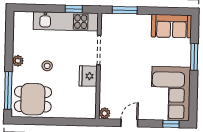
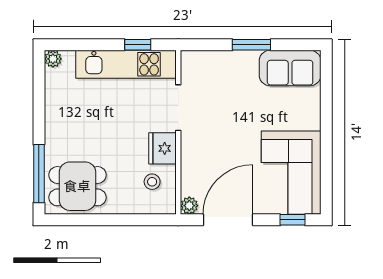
window: (125, 10) -> (251, 45), moved
window: (194, 57) -> (326, 115), removed
plant: (18, 61) -> (53, 59), moved
stool: (47, 66) -> (152, 182), moved
door: (129, 123) -> (228, 220), width x1.88

